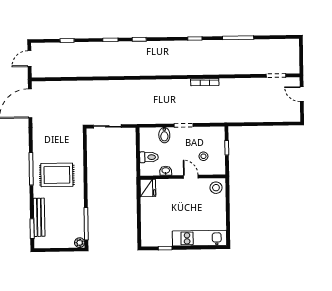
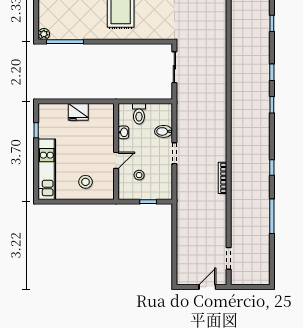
fridge: (148, 188) -> (78, 112), moved
stool: (216, 188) -> (86, 182), moved

